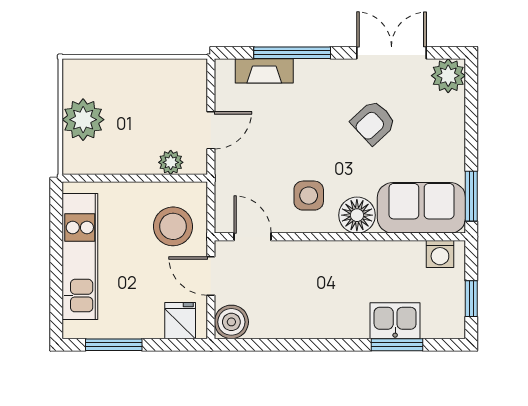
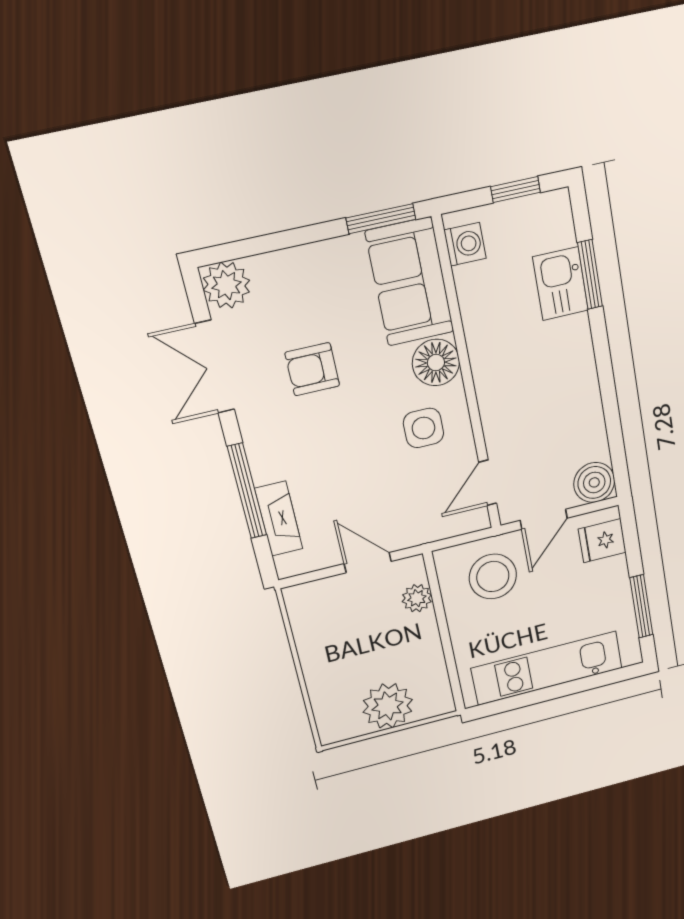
armchair: (373, 122) -> (312, 369), turned 133

